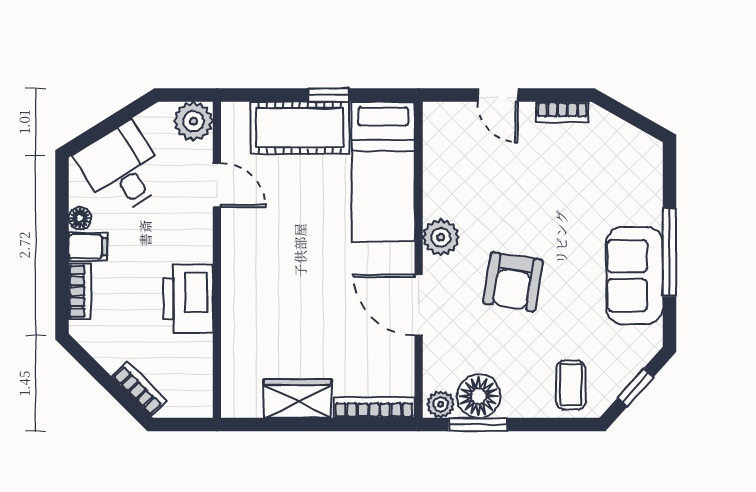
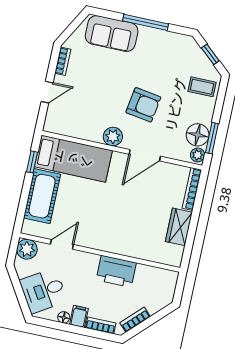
window: (328, 95) -> (32, 162), moved
sofa: (635, 276) -> (112, 34), moved
bookcase: (139, 389) -> (135, 320), moved

